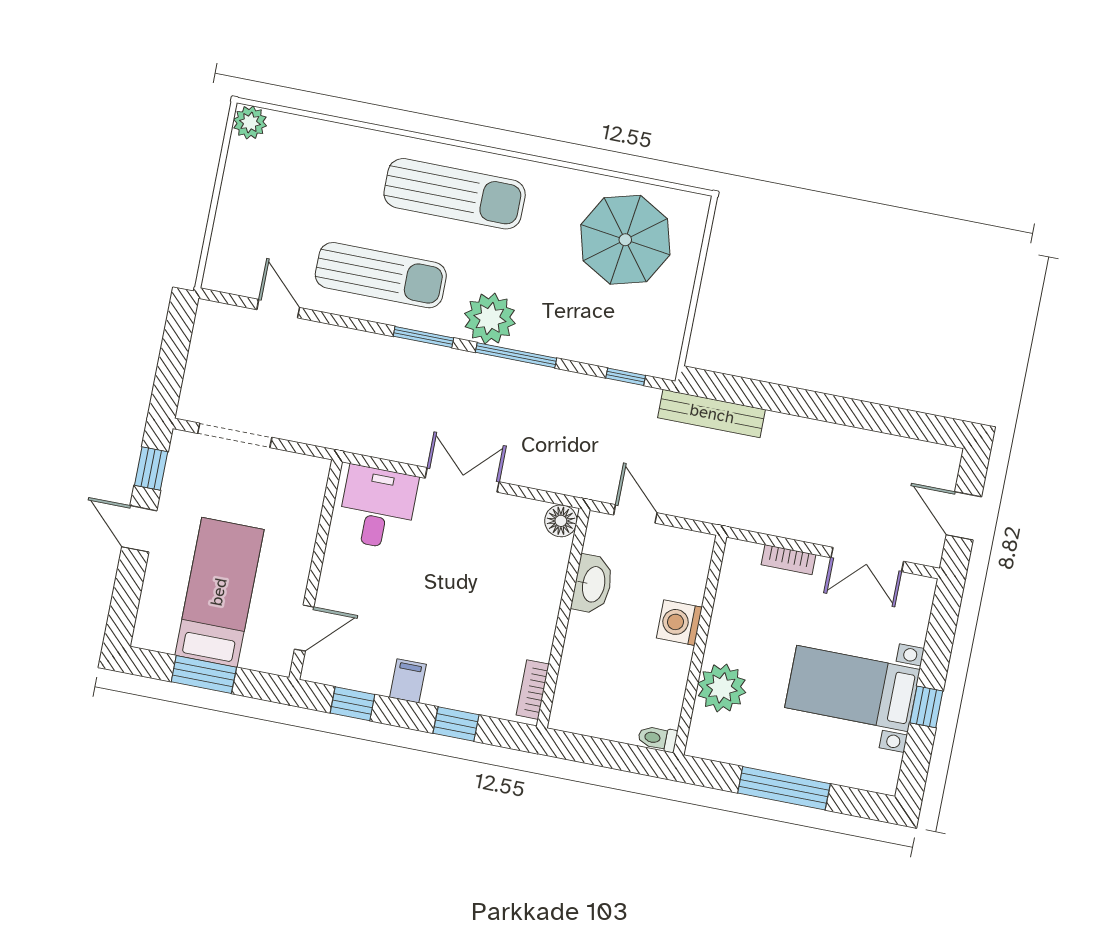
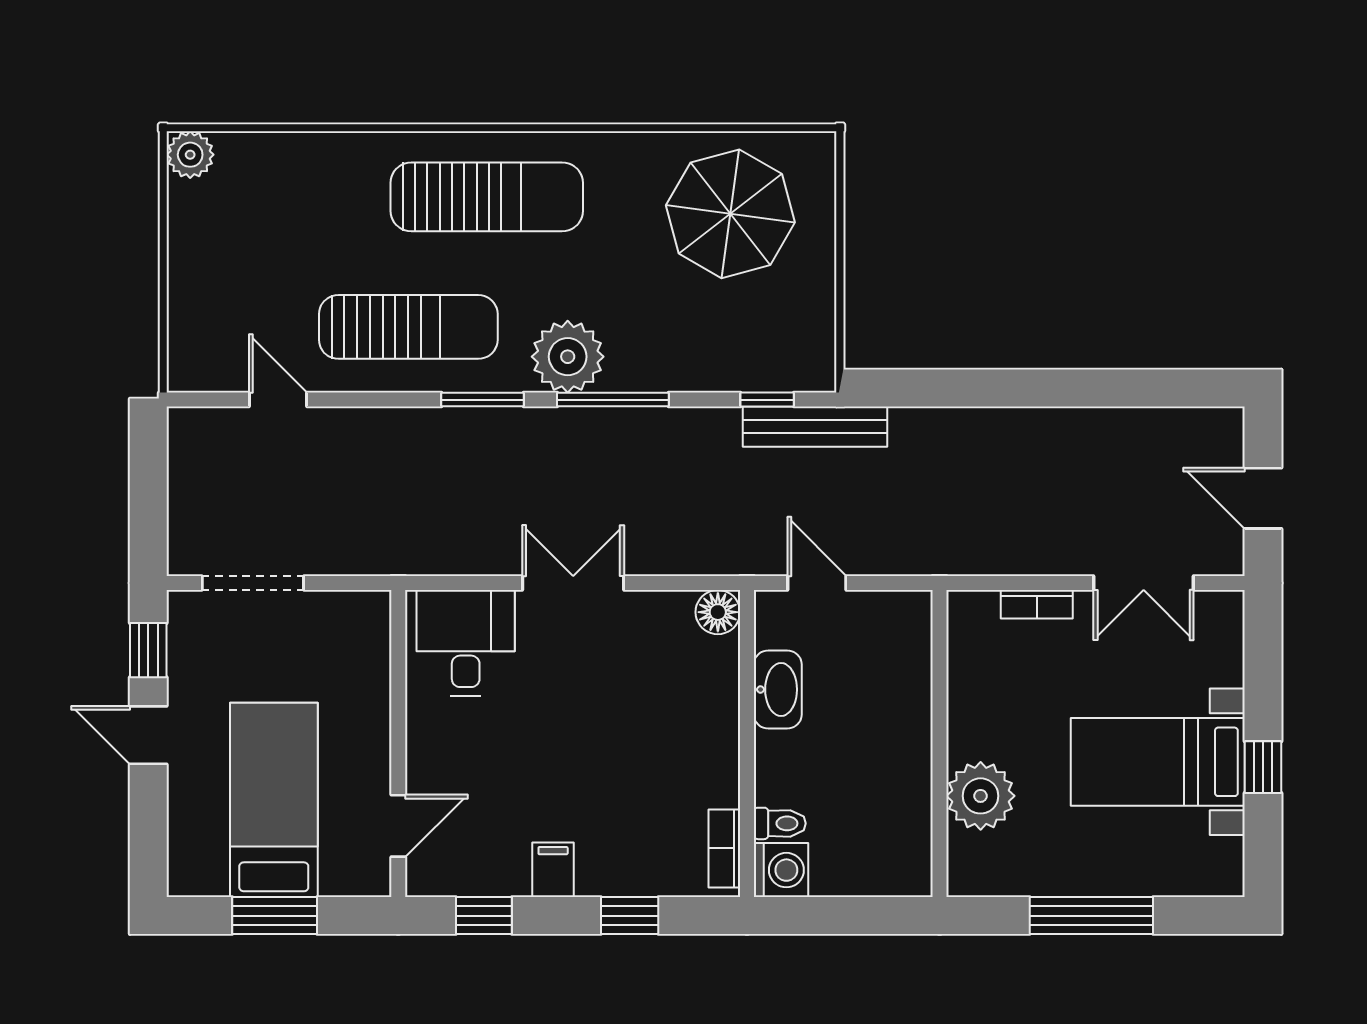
bench: (712, 414) -> (815, 427), moved
washing machine: (679, 623) -> (781, 870), moved, turned 180
toilet: (658, 738) -> (780, 823), moved, turned 180

